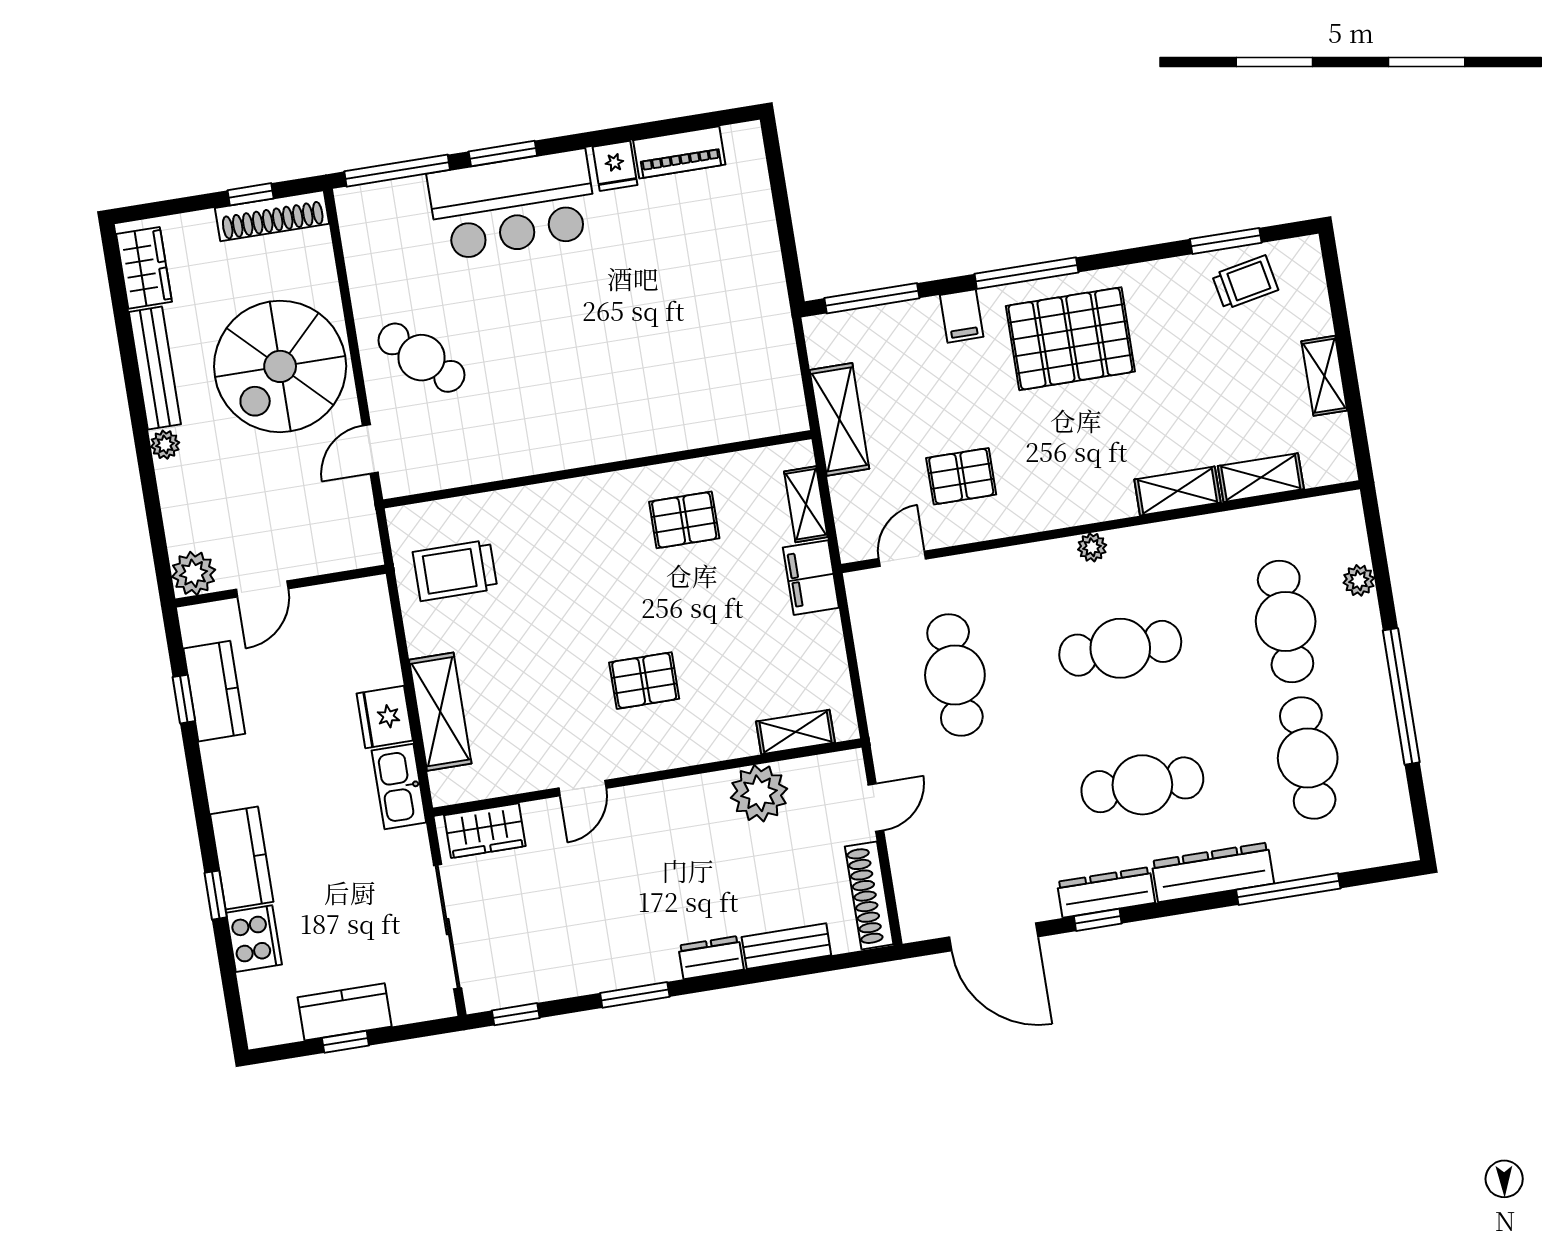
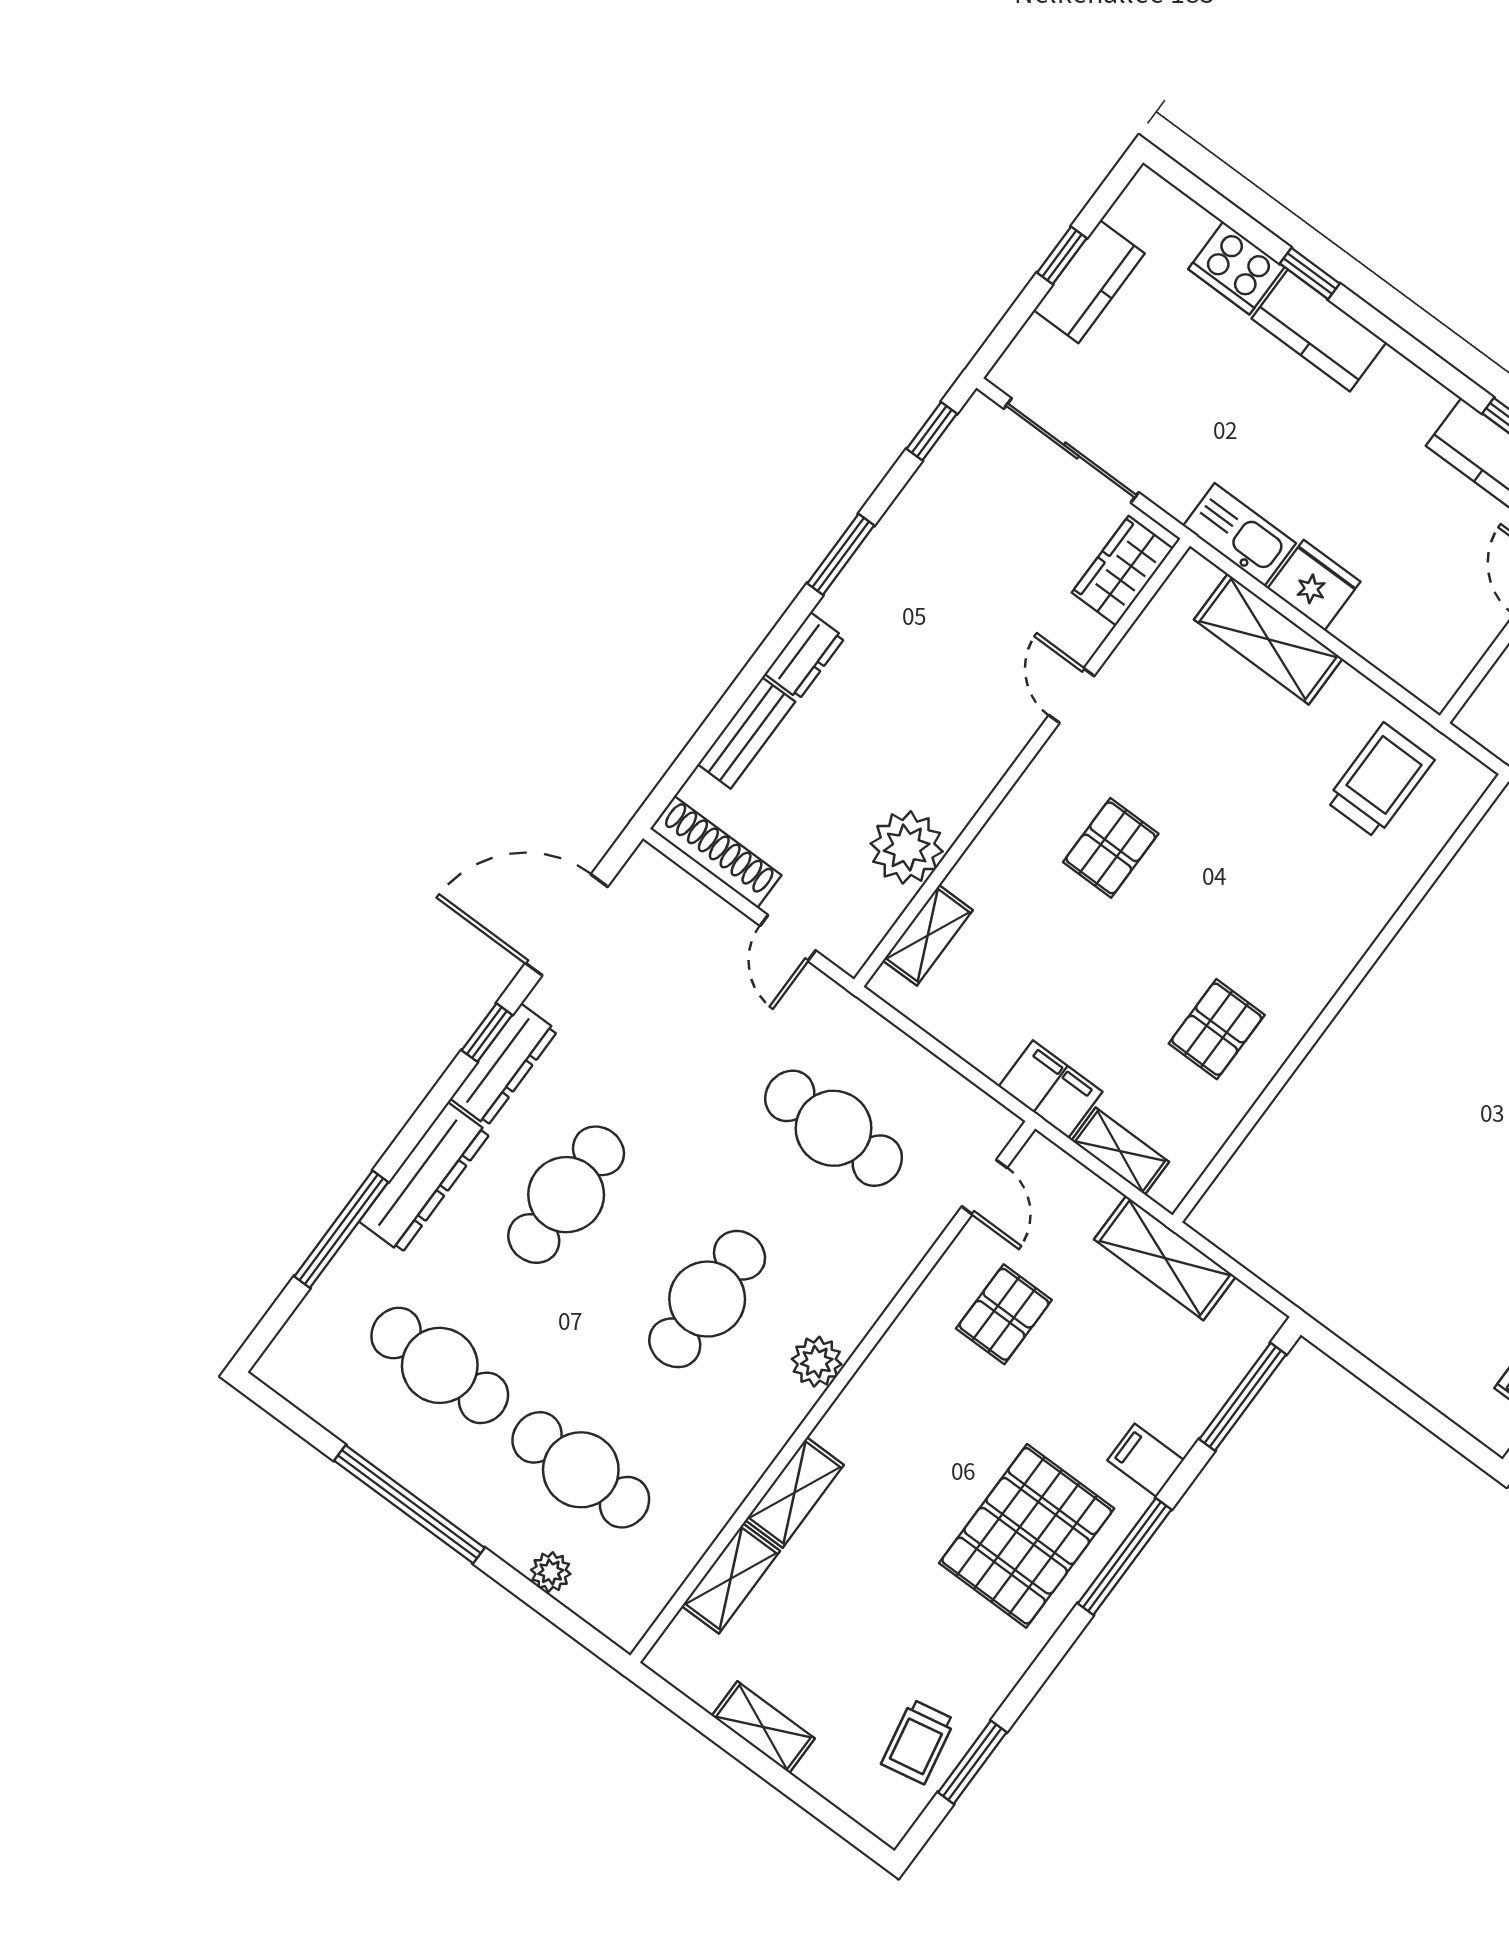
plant: (1092, 547) -> (817, 1362), width x1.38, depth x1.38

